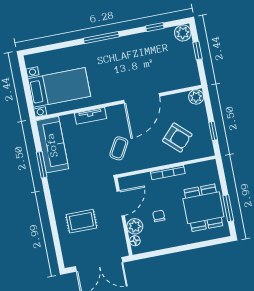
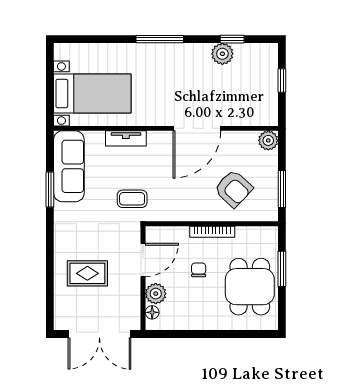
plant: (183, 33) -> (222, 54), moved
window: (213, 131) -> (282, 189), width x1.50
coffee table: (119, 148) -> (132, 199), moved, turned 60
window: (228, 208) -> (282, 269), moved
chair: (159, 216) -> (199, 270), moved

